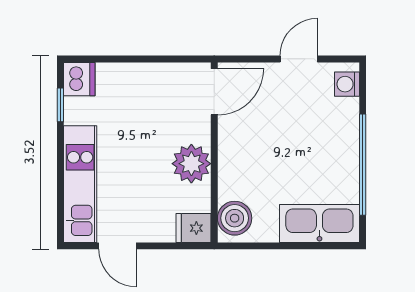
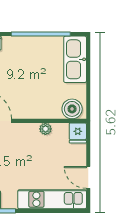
plant: (191, 164) -> (45, 129), width x0.53, depth x0.53
door: (117, 246) -> (88, 177), swing flipped

